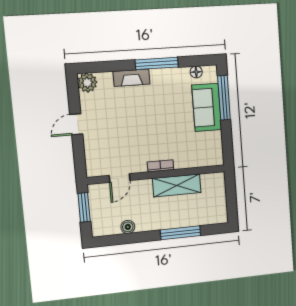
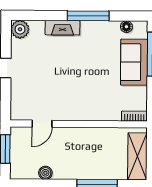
bookcase: (160, 166) -> (134, 116), moved
shelving: (177, 185) -> (137, 156), moved, turned 90

